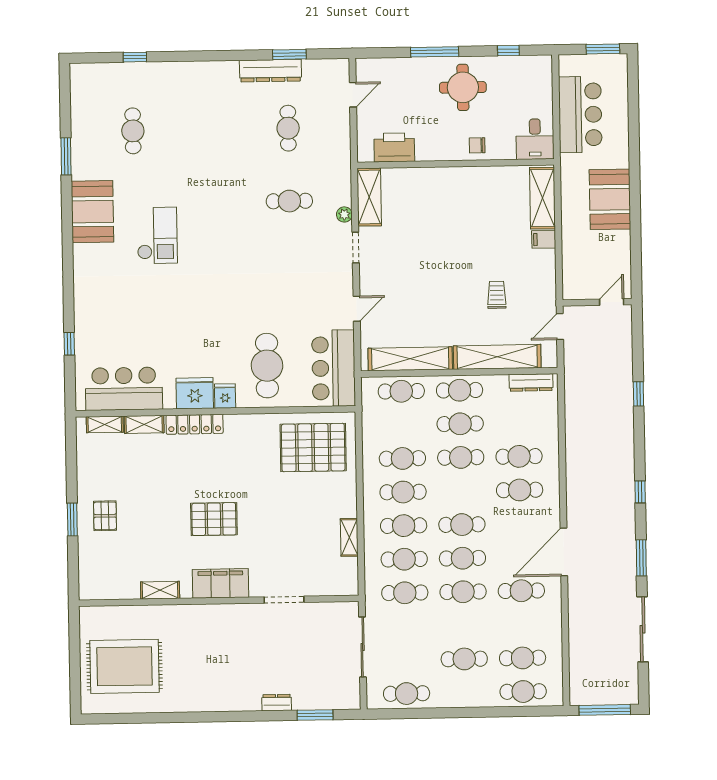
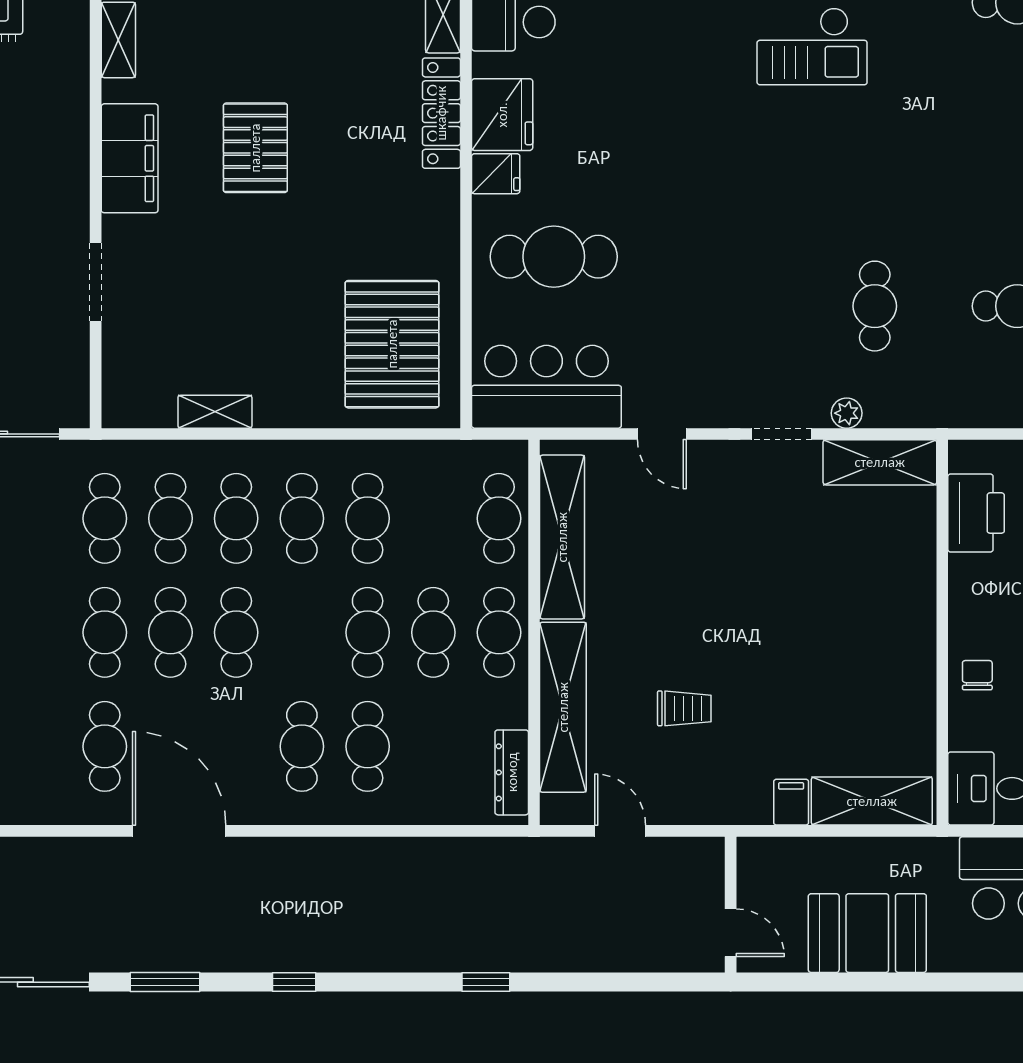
wall: (597, 302) -> (731, 905), moved
door: (612, 302) -> (731, 933), moved

